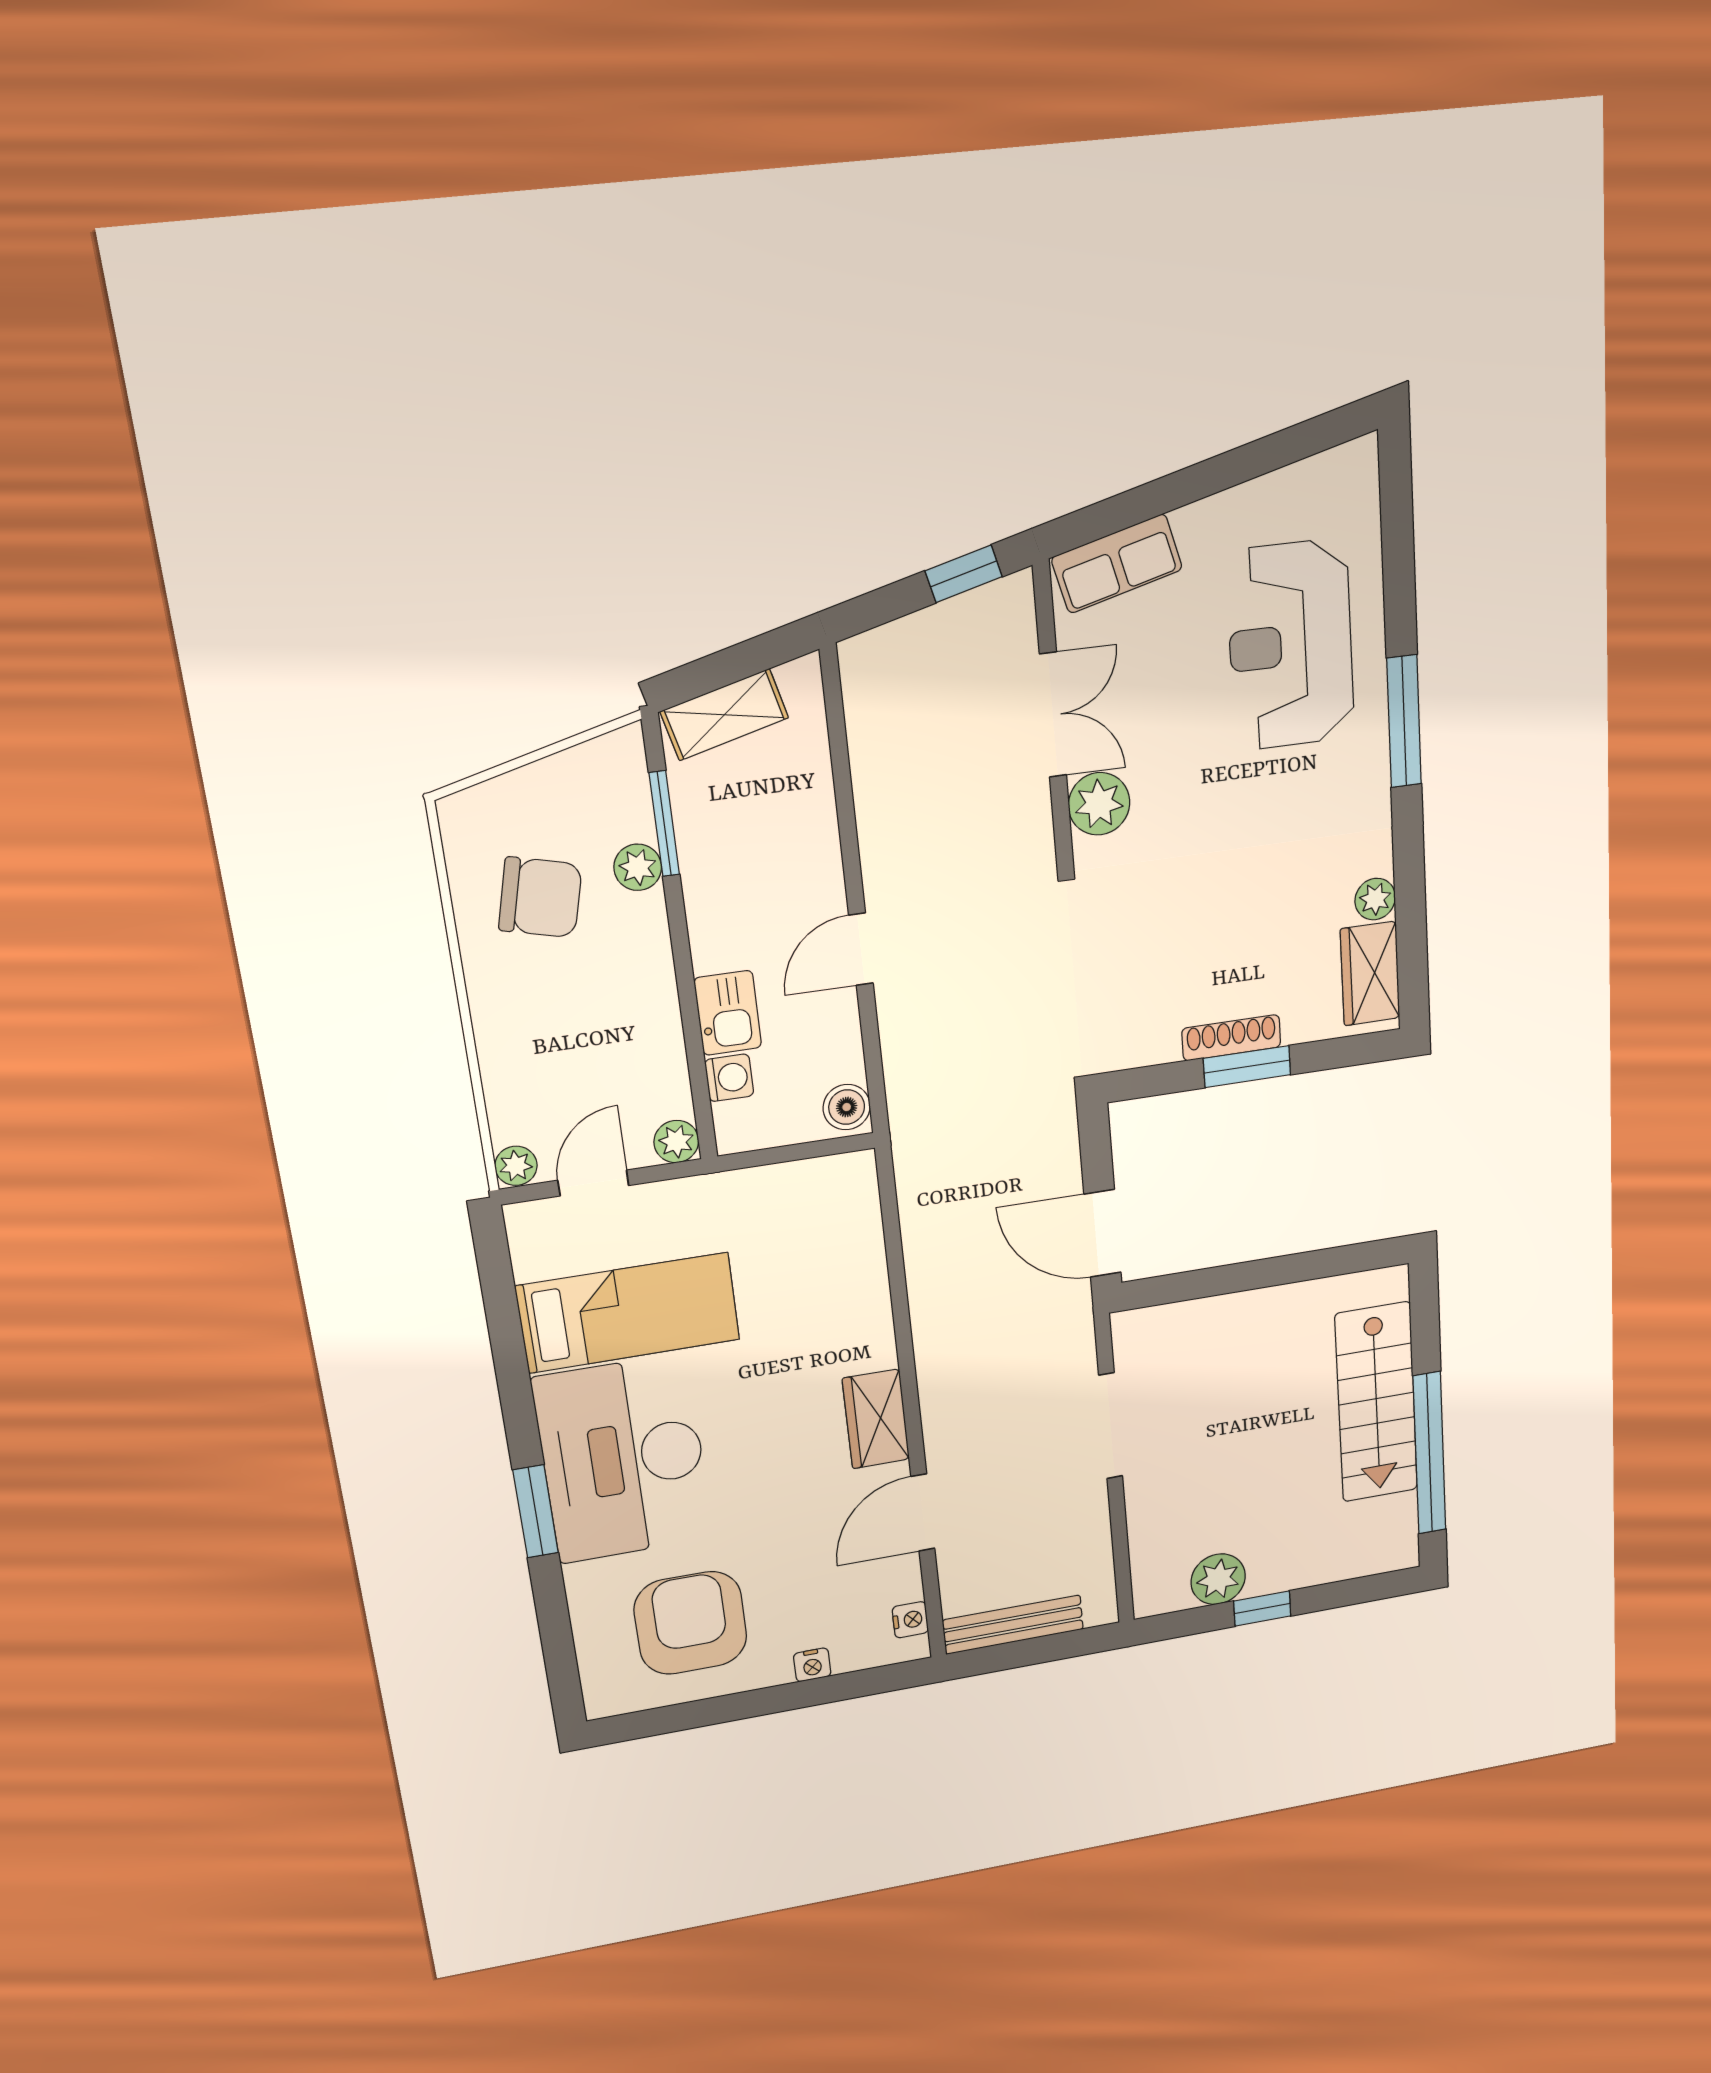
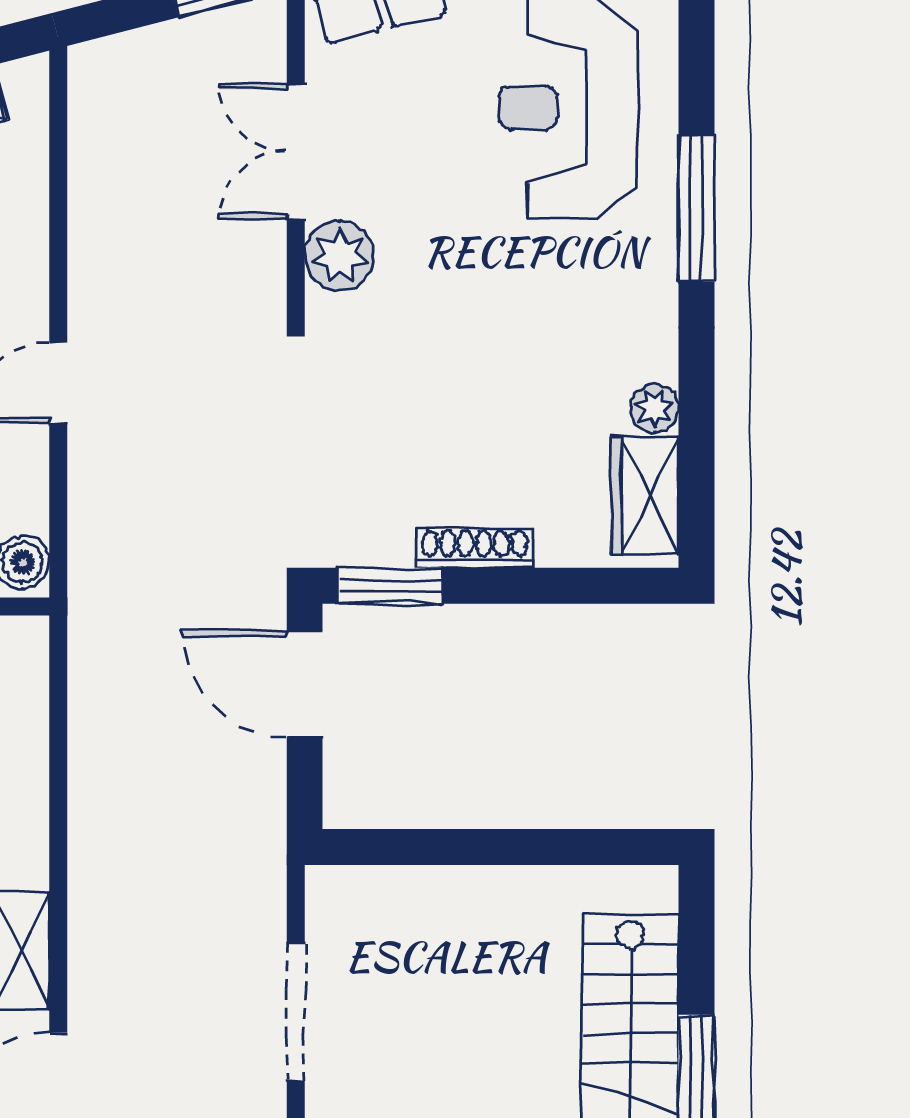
double door: (1053, 715) -> (296, 152), swing flipped
window: (1247, 1067) -> (390, 586), moved
door: (1103, 1233) -> (305, 684), moved

